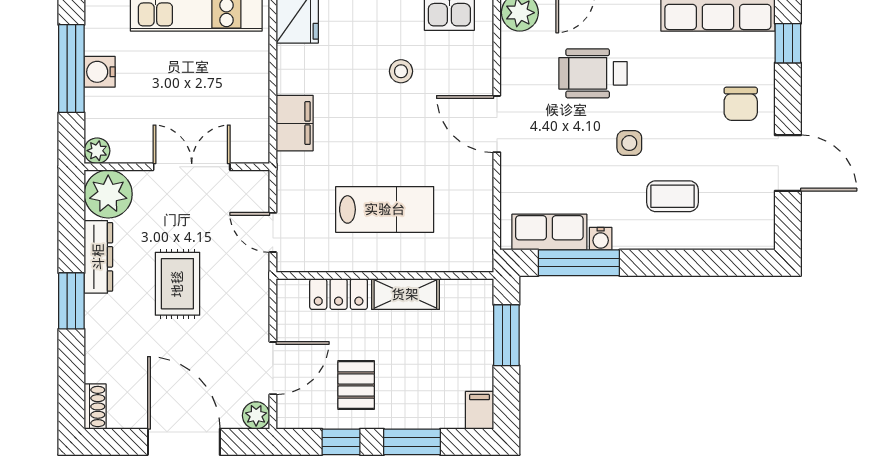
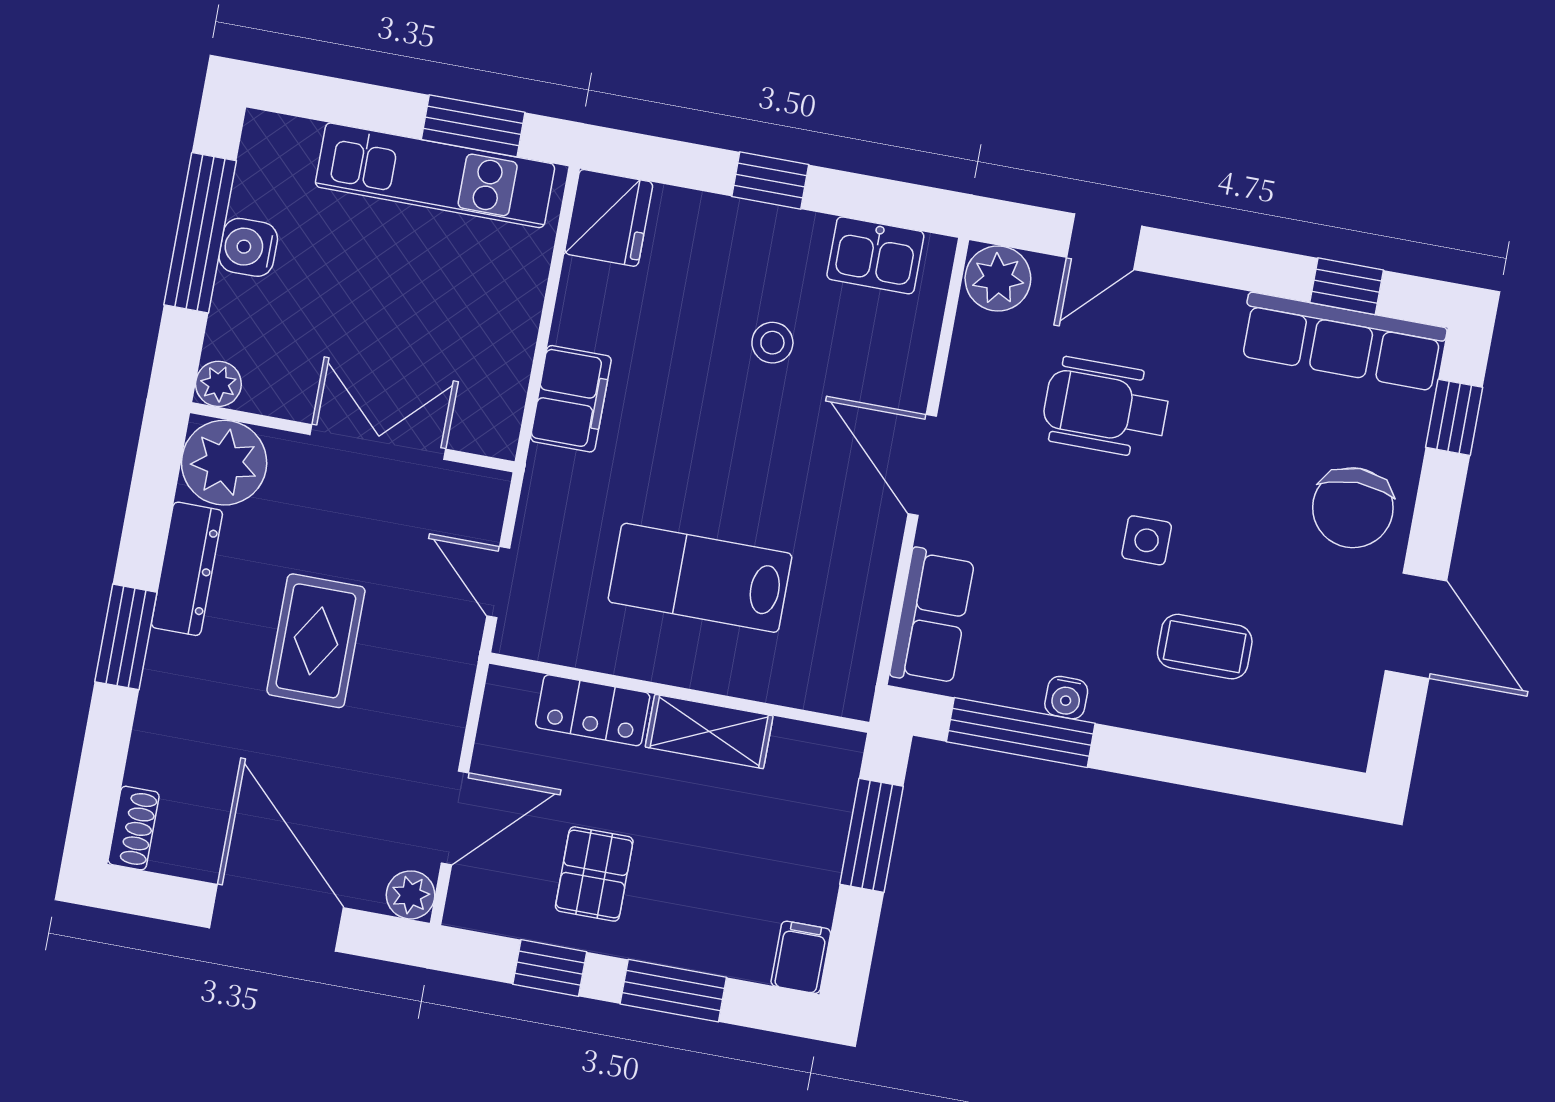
chair: (741, 104) -> (1353, 508), width x1.37, depth x1.37
lab bench: (385, 209) -> (700, 578), turned 180
row of seats: (549, 232) -> (932, 617), moved, turned 90

